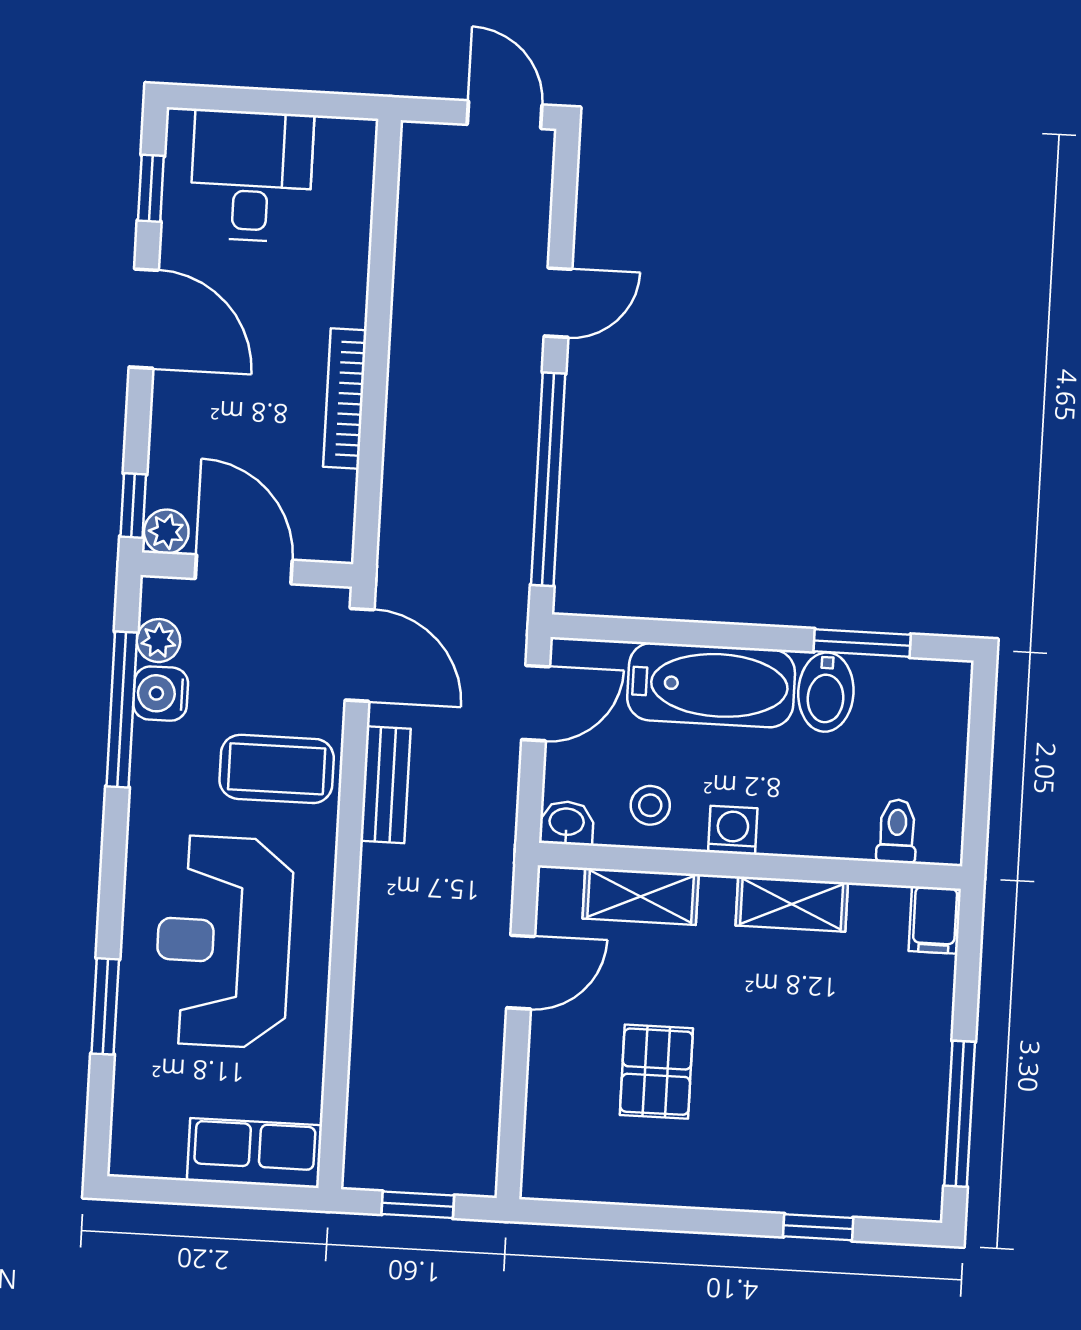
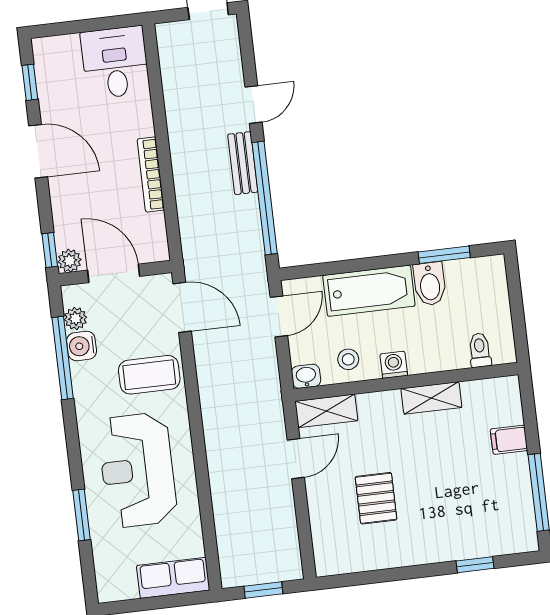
desk: (251, 176) -> (115, 63), moved
bench: (385, 785) -> (243, 163), moved
shelving: (641, 896) -> (326, 411), moved
filing cabinet: (935, 920) -> (509, 440), moved, turned 90

